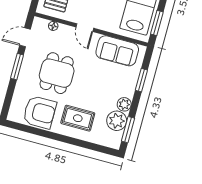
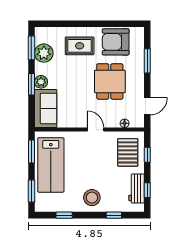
sofa: (117, 51) -> (46, 108), moved, turned 90
window: (17, 67) -> (147, 61), moved
window: (141, 80) -> (31, 84), moved
plant: (124, 104) -> (41, 82), moved

